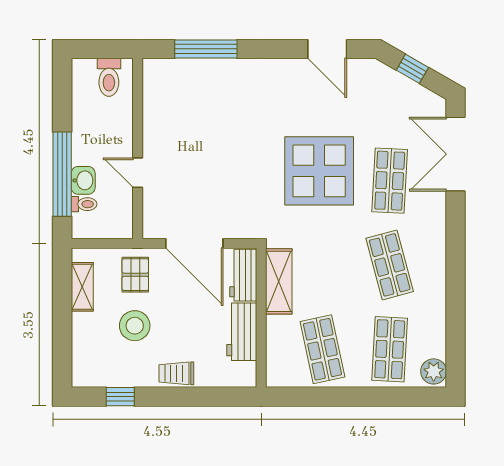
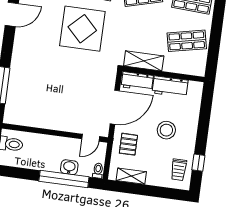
door: (138, 173) -> (91, 138), moved
toilet: (84, 204) -> (98, 171), moved
pallet: (135, 275) -> (128, 144), turned 90
stool: (135, 326) -> (166, 130), moved
trolley: (176, 373) -> (179, 170), moved

